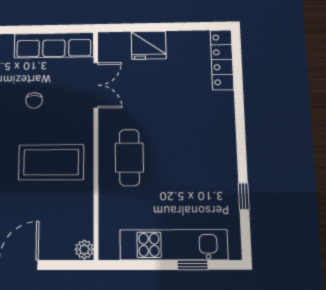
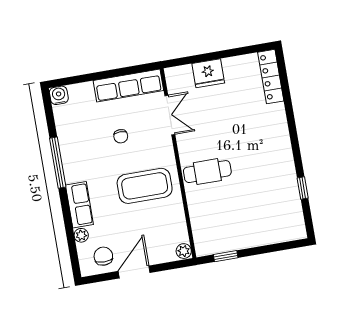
cafe table: (129, 158) -> (207, 172), turned 90
kitchen unit: (174, 245) -> (253, 235), removed
window: (193, 265) -> (226, 256), moved

